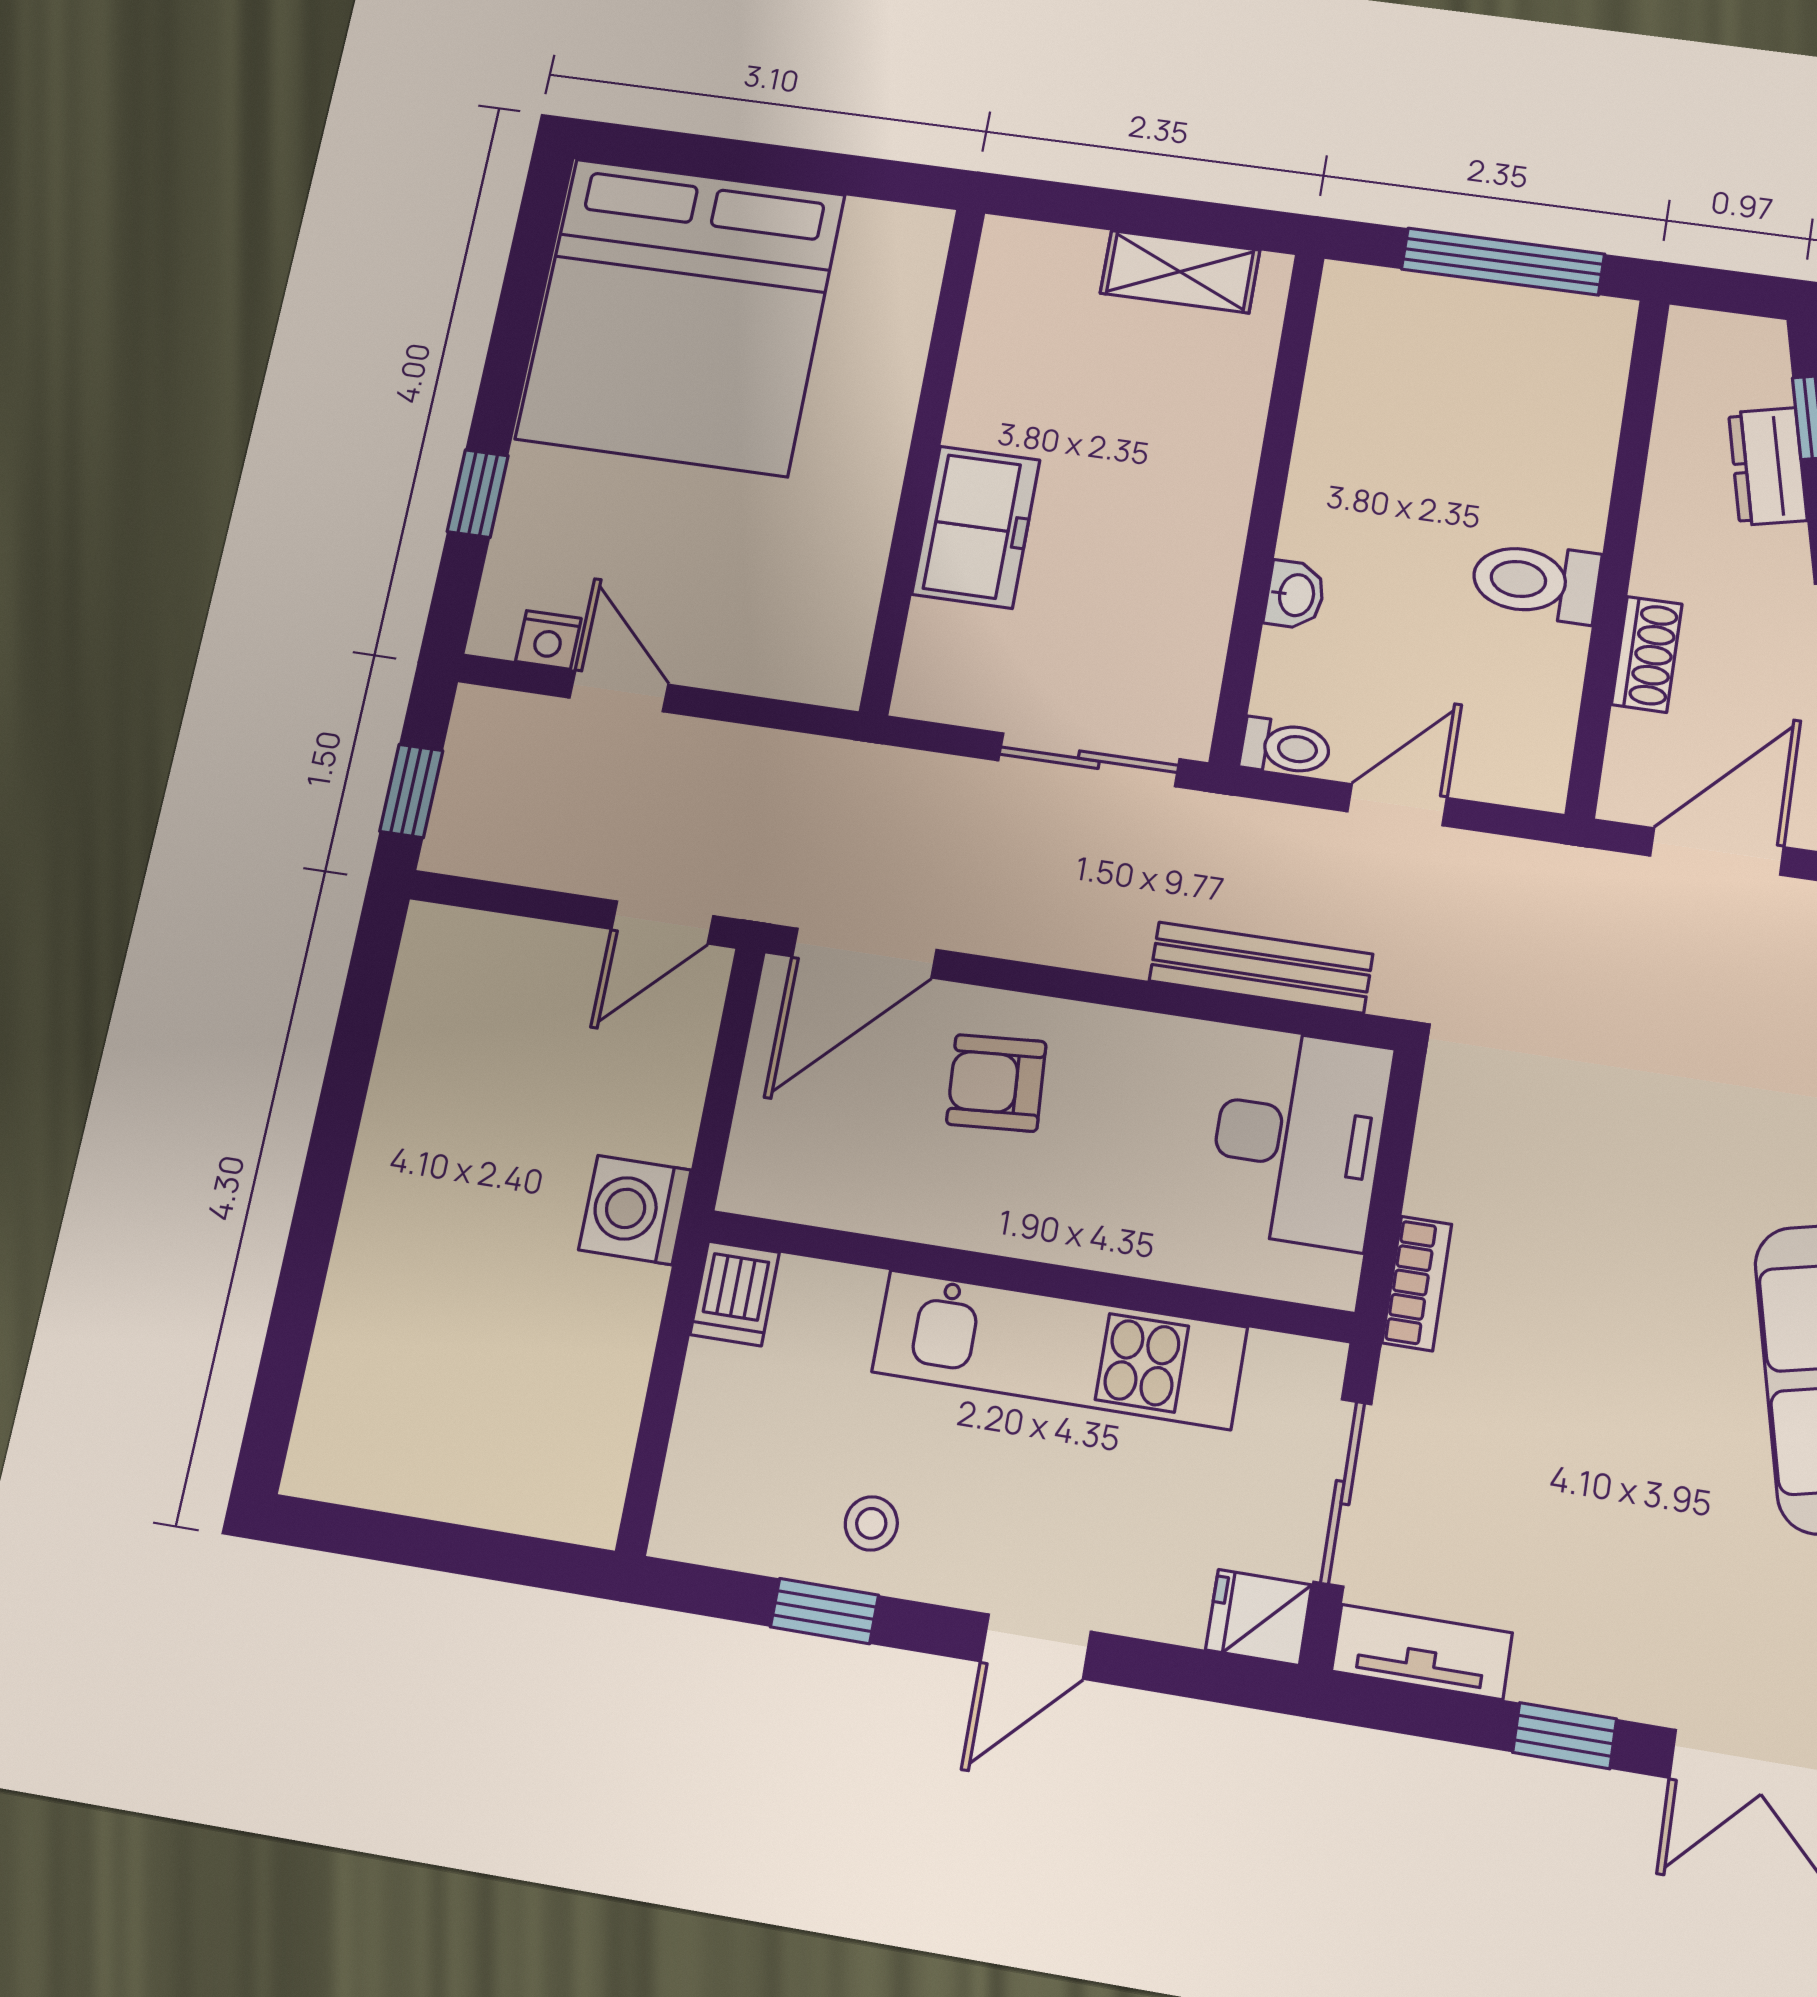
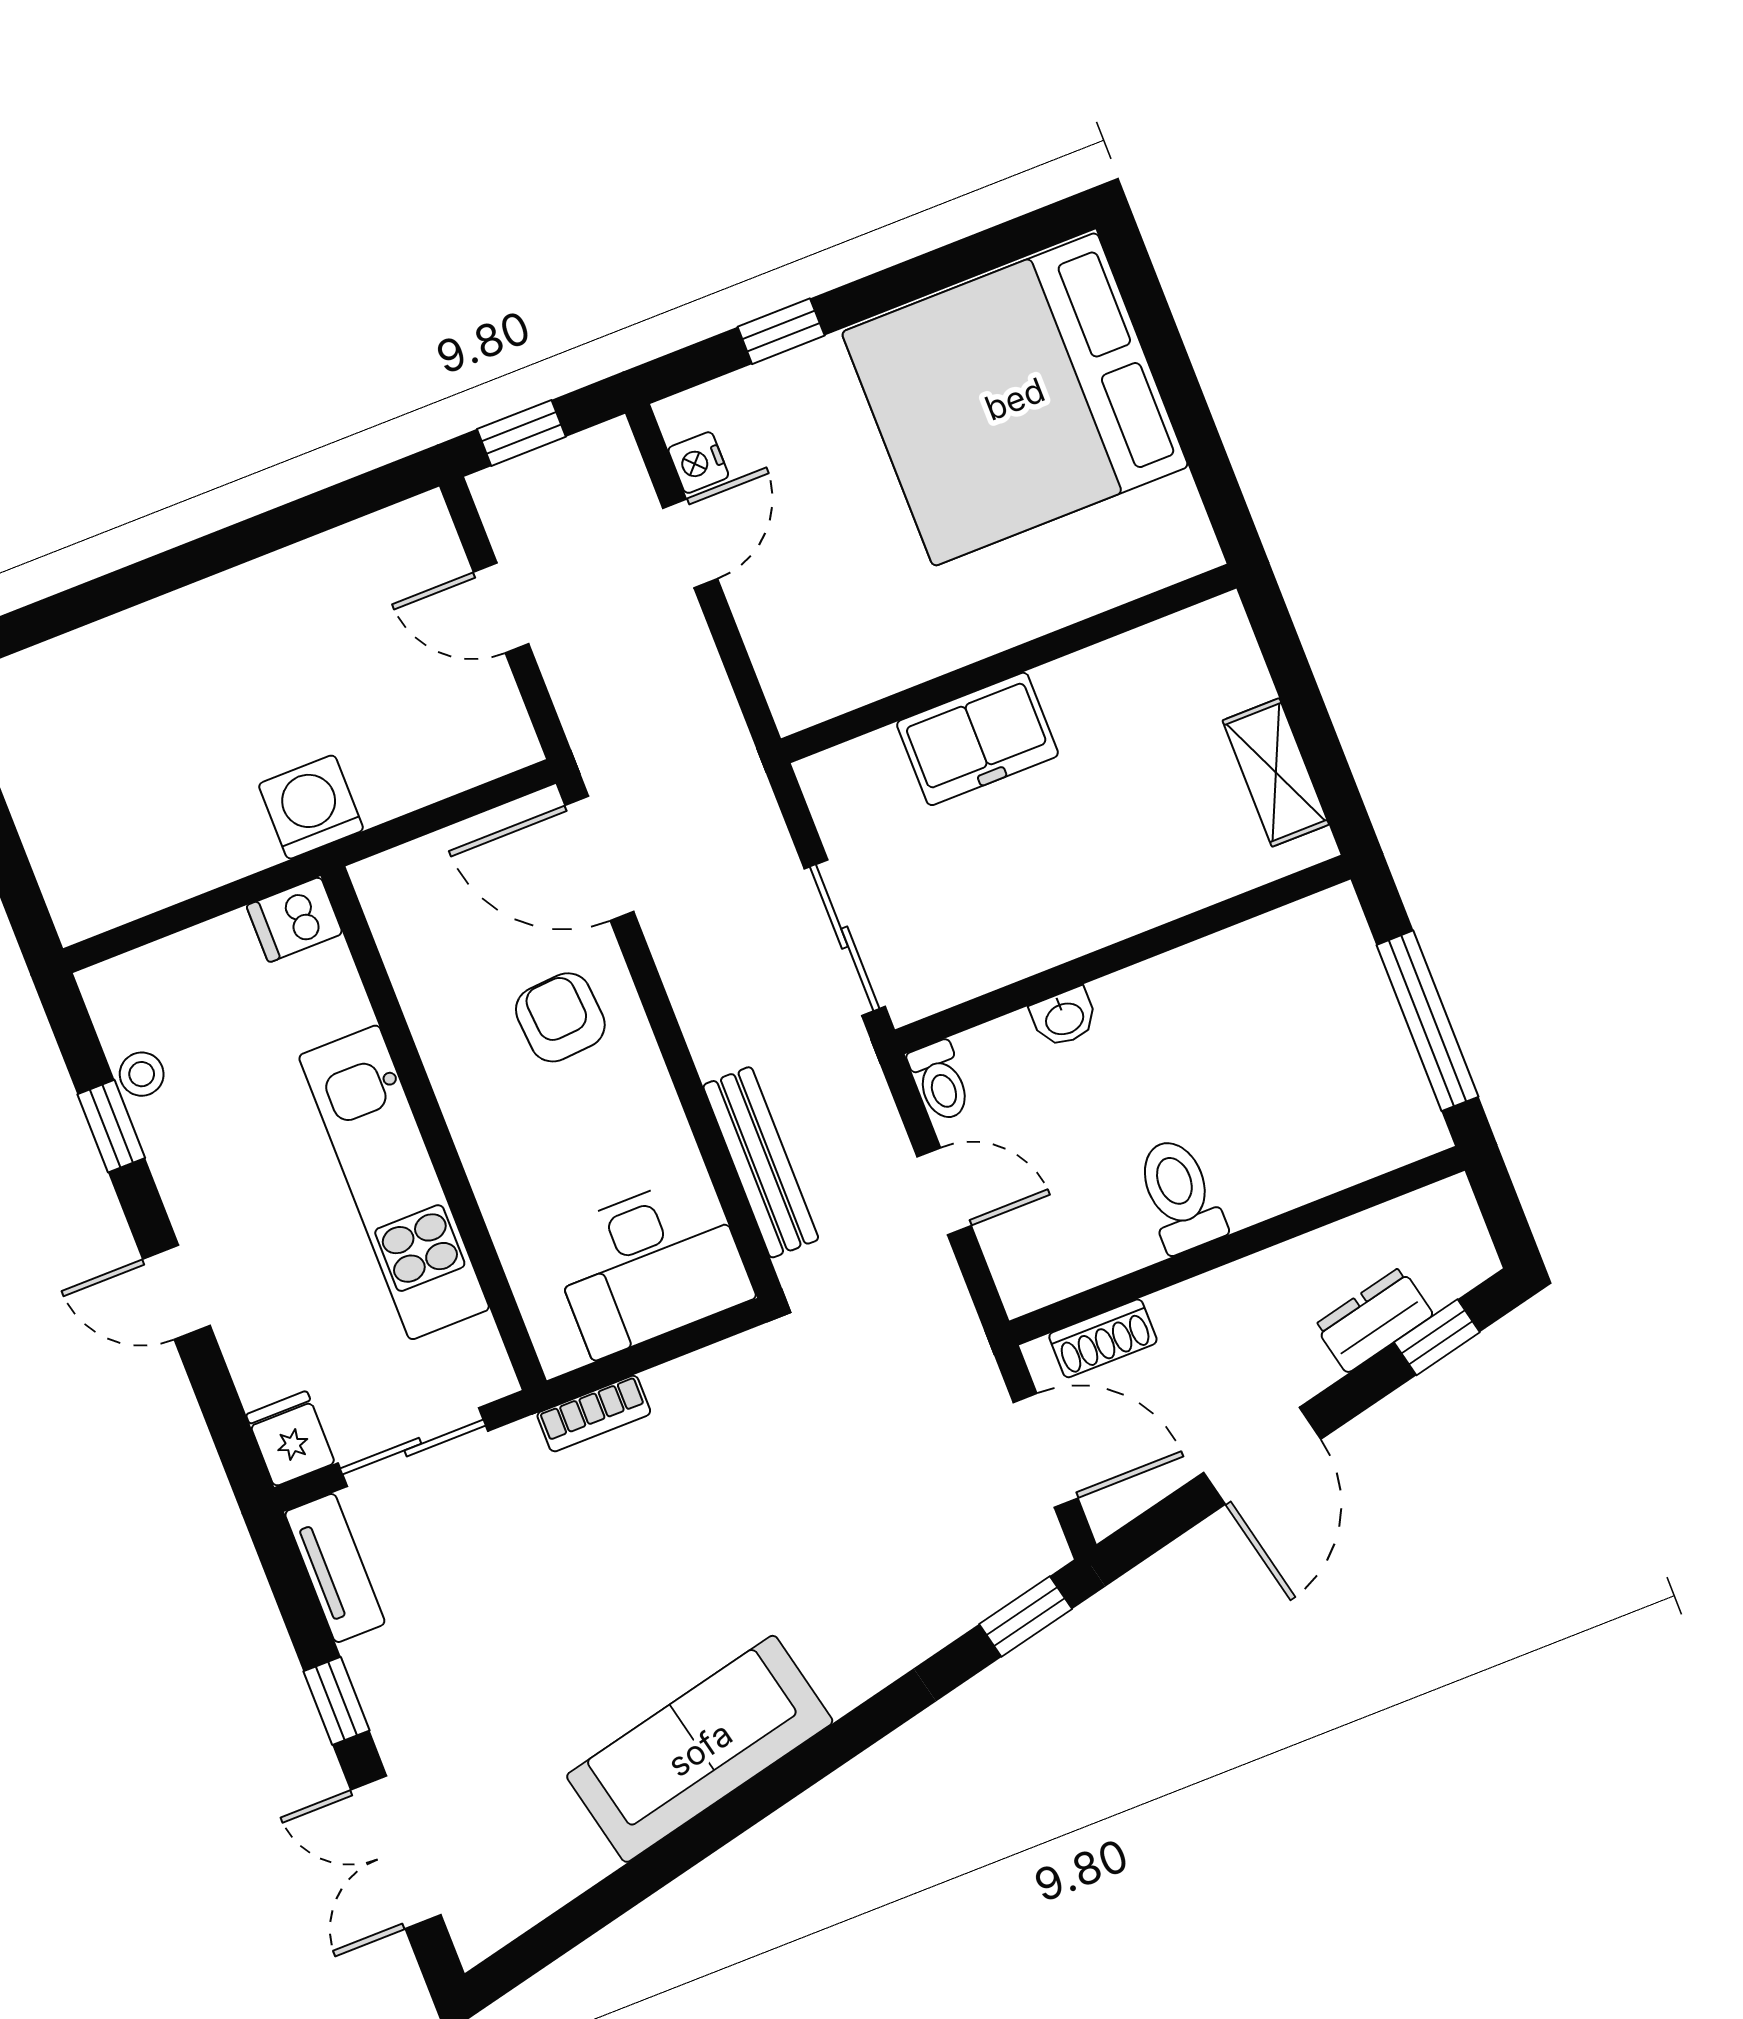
shoe rack: (1647, 654) -> (1103, 1338), moved
door: (662, 922) -> (501, 608), moved
stool: (871, 1523) -> (142, 1074), moved

